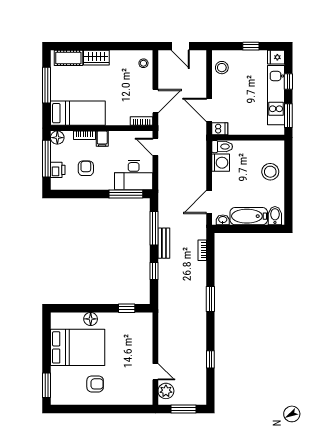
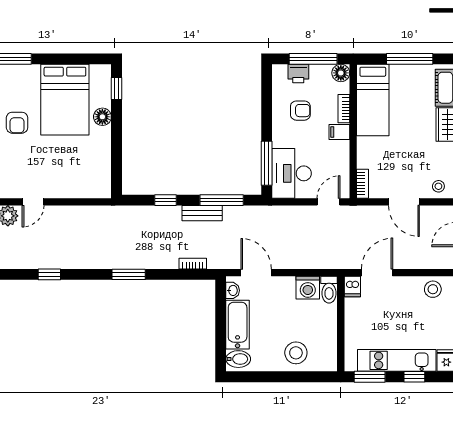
door: (155, 101) -> (404, 202), moved
window: (127, 308) -> (117, 88), moved

